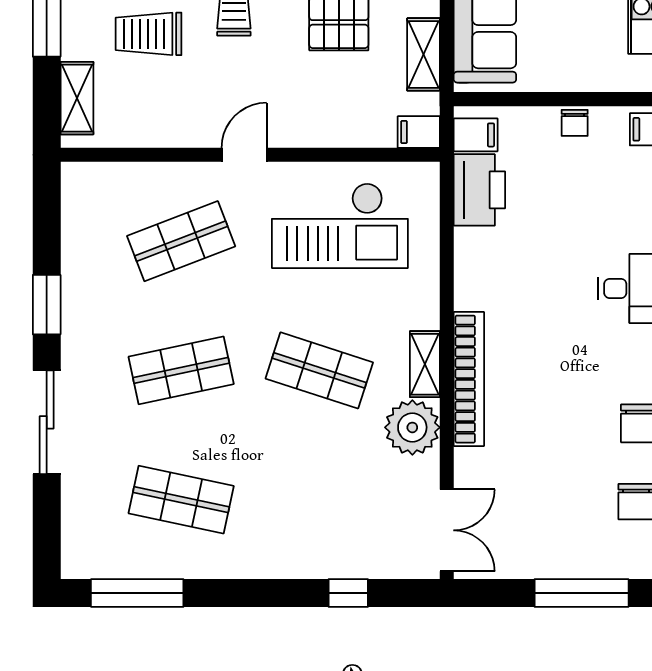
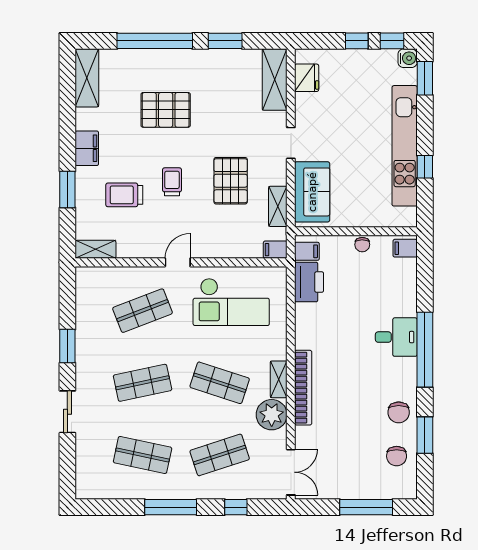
shelving: (77, 98) -> (96, 249), moved, turned 90
sliding door: (47, 422) -> (67, 412), width x0.73
shop shelf: (319, 500) -> (220, 455), added
window: (137, 593) -> (171, 507), moved

